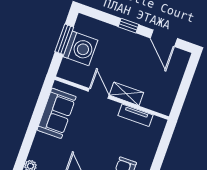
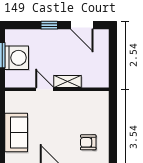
sofa: (57, 113) -> (16, 132), moved
tv unit: (136, 115) -> (81, 96), removed

